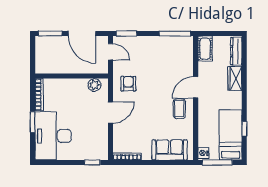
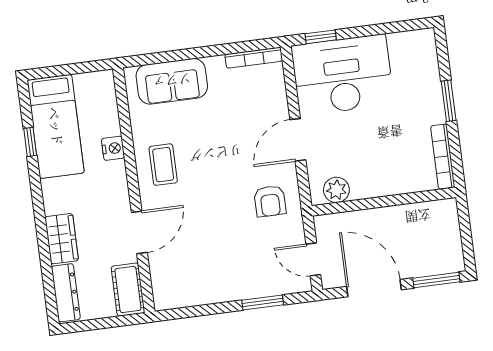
window: (126, 33) -> (263, 303), moved
window: (175, 33) -> (191, 312), removed
door: (196, 87) -> (139, 232), moved
desk: (53, 136) -> (342, 75), moved, turned -90
nightstand: (203, 153) -> (113, 148), moved
window: (217, 162) -> (75, 69), removed

